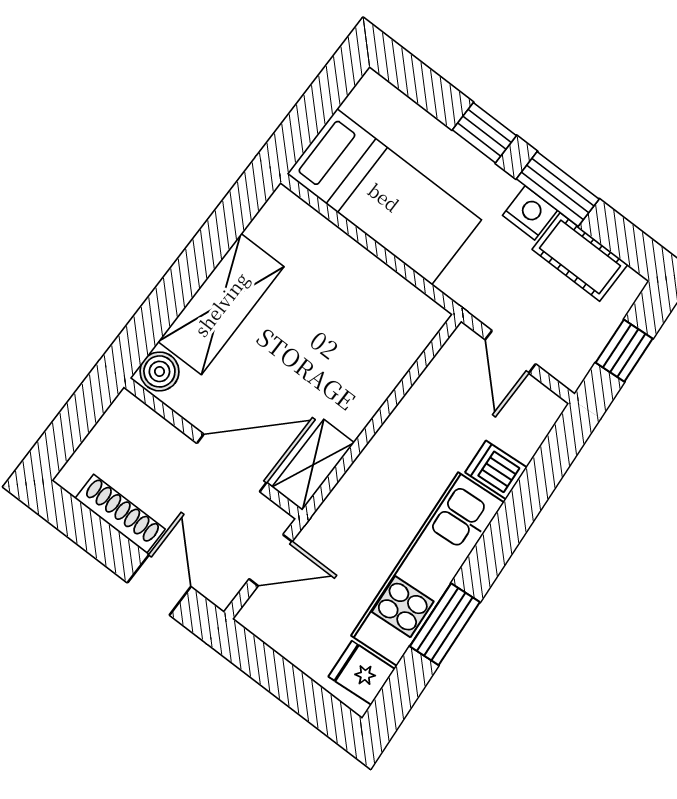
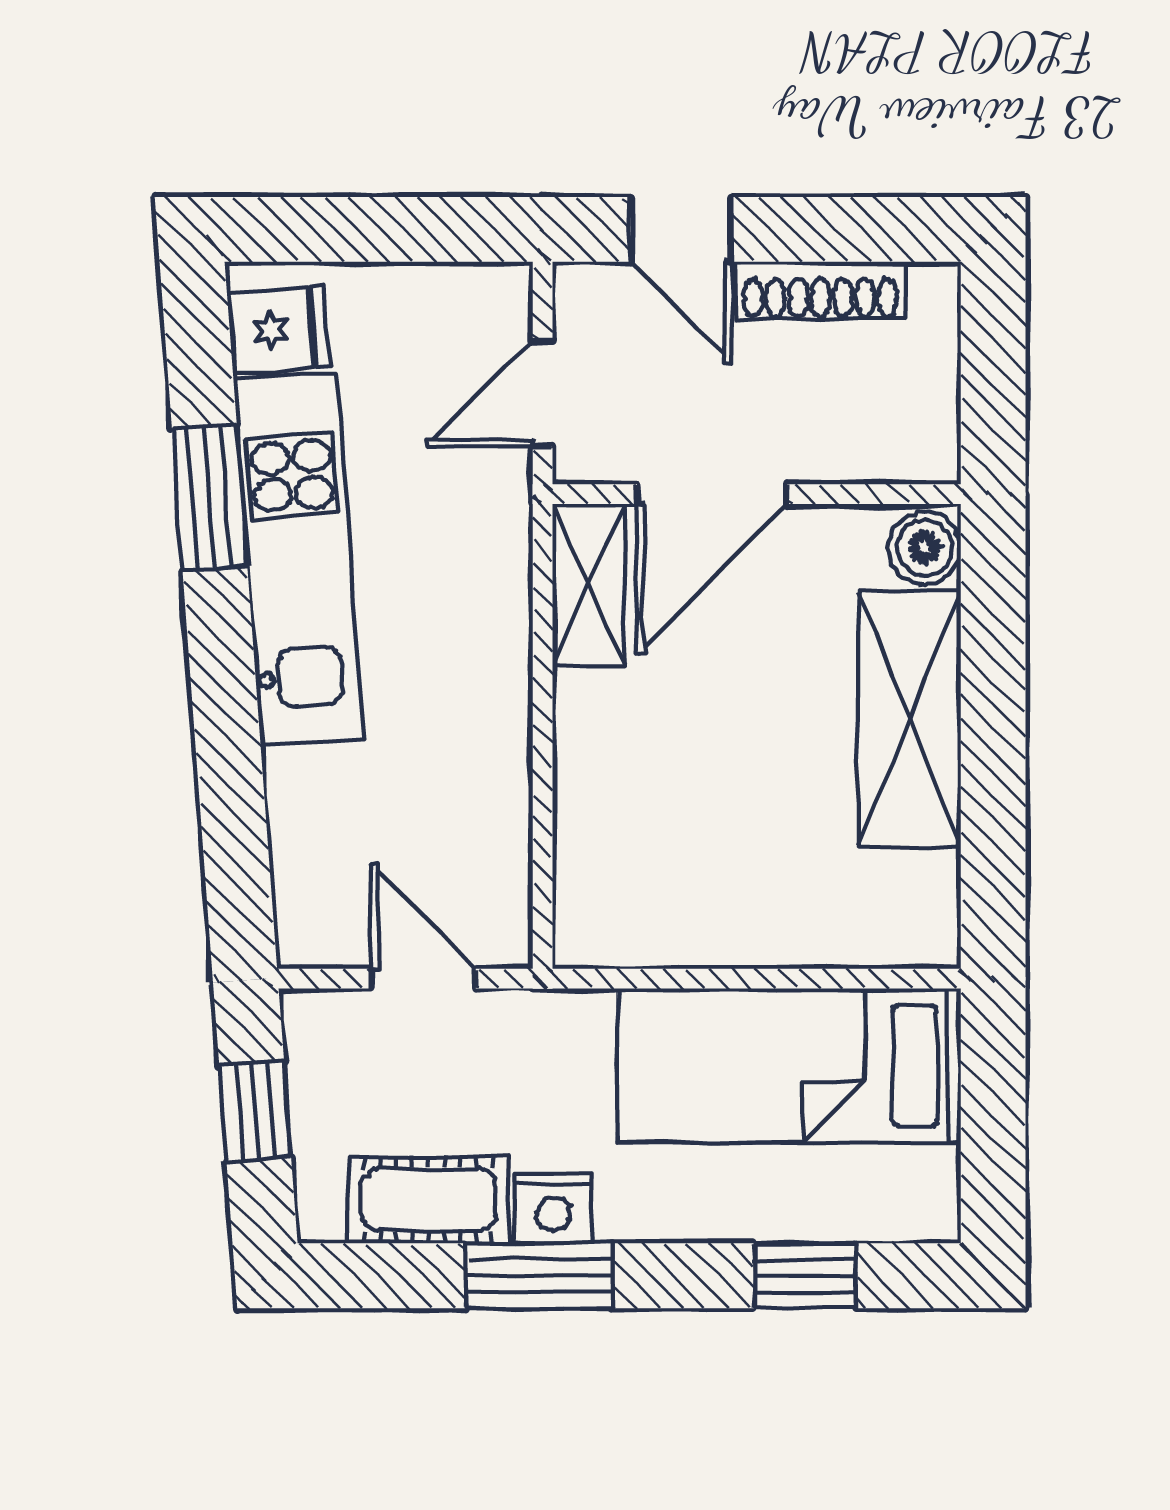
window: (484, 133) -> (806, 1276), moved
dishwasher: (496, 470) -> (310, 786), removed

